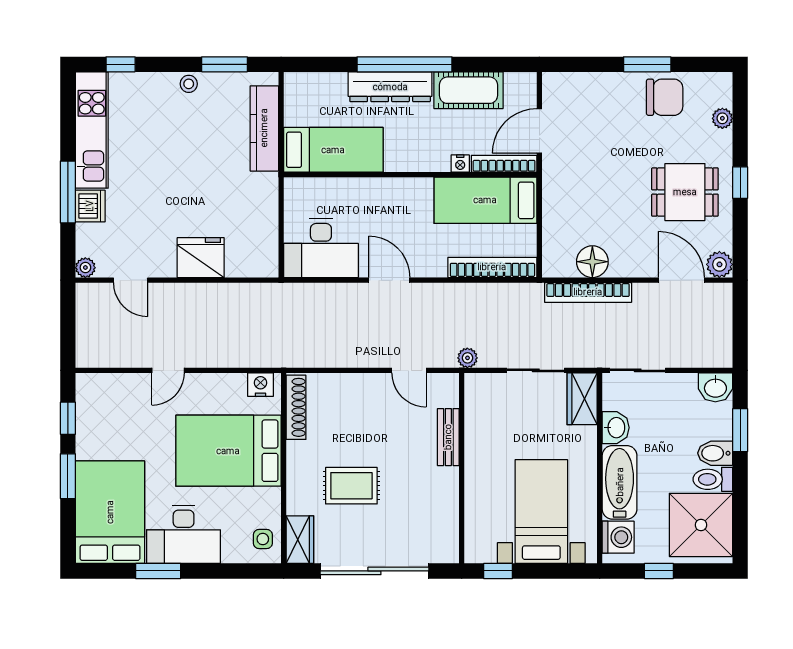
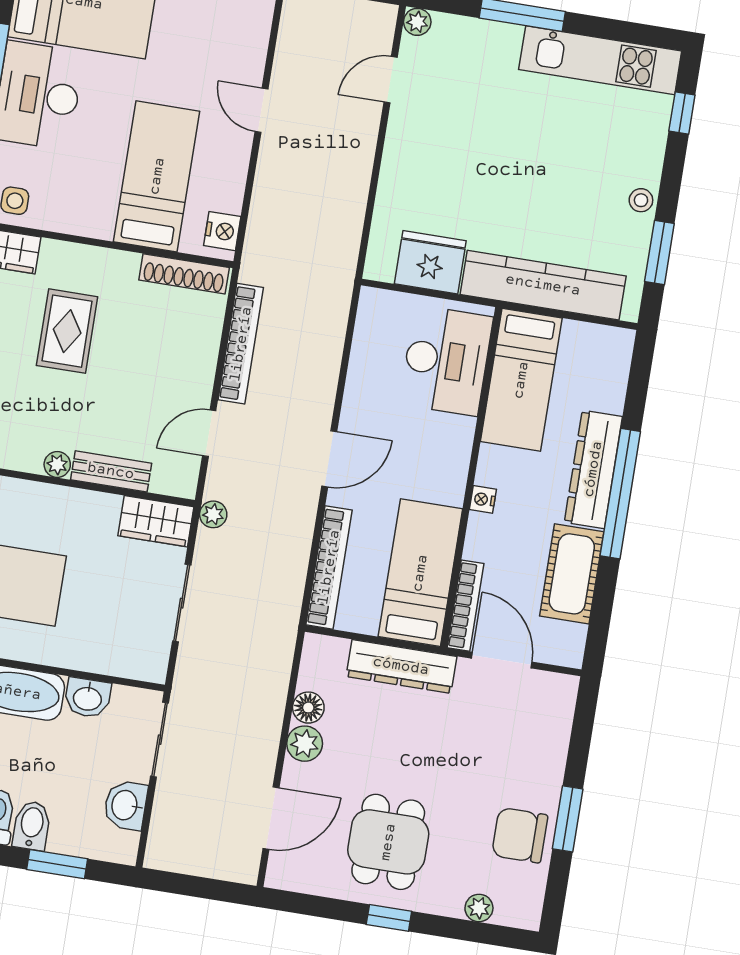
chair: (665, 97) -> (520, 835), turned 90
kitchen counter: (264, 128) -> (543, 285), width x1.39, depth x1.17
nightstand: (460, 164) -> (483, 499), moved
dresser: (556, 203) -> (401, 666), added
dishwasher: (90, 206) -> (499, 42), removed
desk: (321, 248) -> (446, 361), moved, turned 180
fridge: (201, 258) -> (430, 262), moved, turned -90
floor lamp: (592, 262) -> (308, 708), width x0.73, depth x0.73
plant: (719, 264) -> (305, 744), moved
door: (389, 280) -> (329, 459), moved
bookcase: (588, 292) -> (241, 344), moved, turned 180
washbasin: (715, 387) -> (126, 805), moved
wardrobe: (582, 399) -> (156, 521), moved, turned 180
bed: (228, 451) -> (157, 176), width x0.67
plant: (450, 477) -> (57, 464), added

